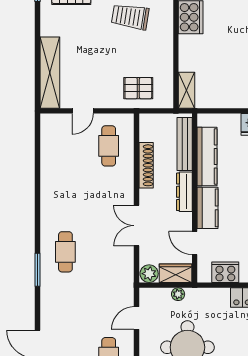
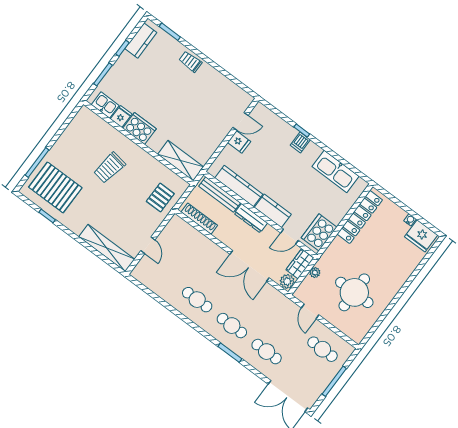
shelving: (187, 90) -> (181, 161), width x1.50, depth x1.33
cafe table: (109, 146) -> (197, 300), moved
shoe rack: (146, 165) -> (199, 219), moved
double door: (137, 226) -> (250, 266), width x1.37
cooker: (225, 272) -> (319, 232), width x1.37, depth x1.31
cafe table: (65, 305) -> (267, 352), added

